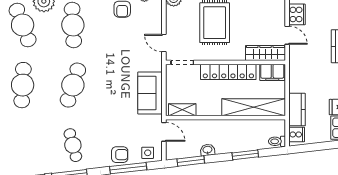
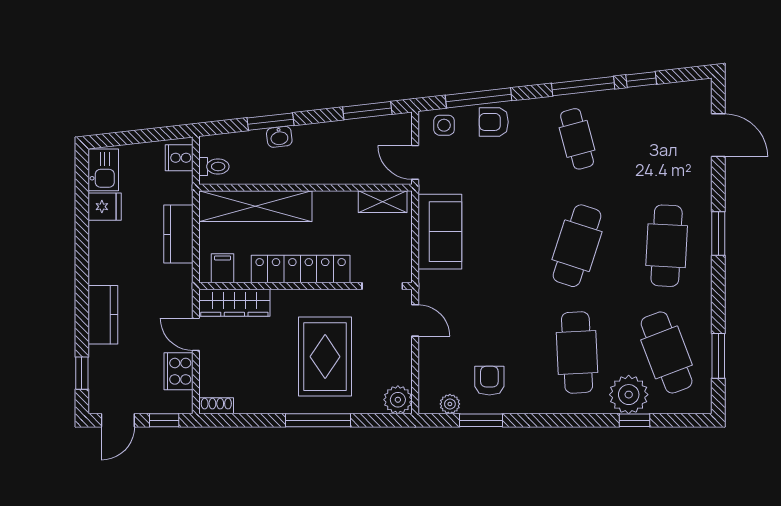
filing cabinet: (272, 72) -> (223, 268), width x0.50
kitchen counter: (297, 110) -> (178, 234), moved
toilet: (277, 141) -> (214, 167), moved
washbasin: (207, 150) -> (279, 137), moved

